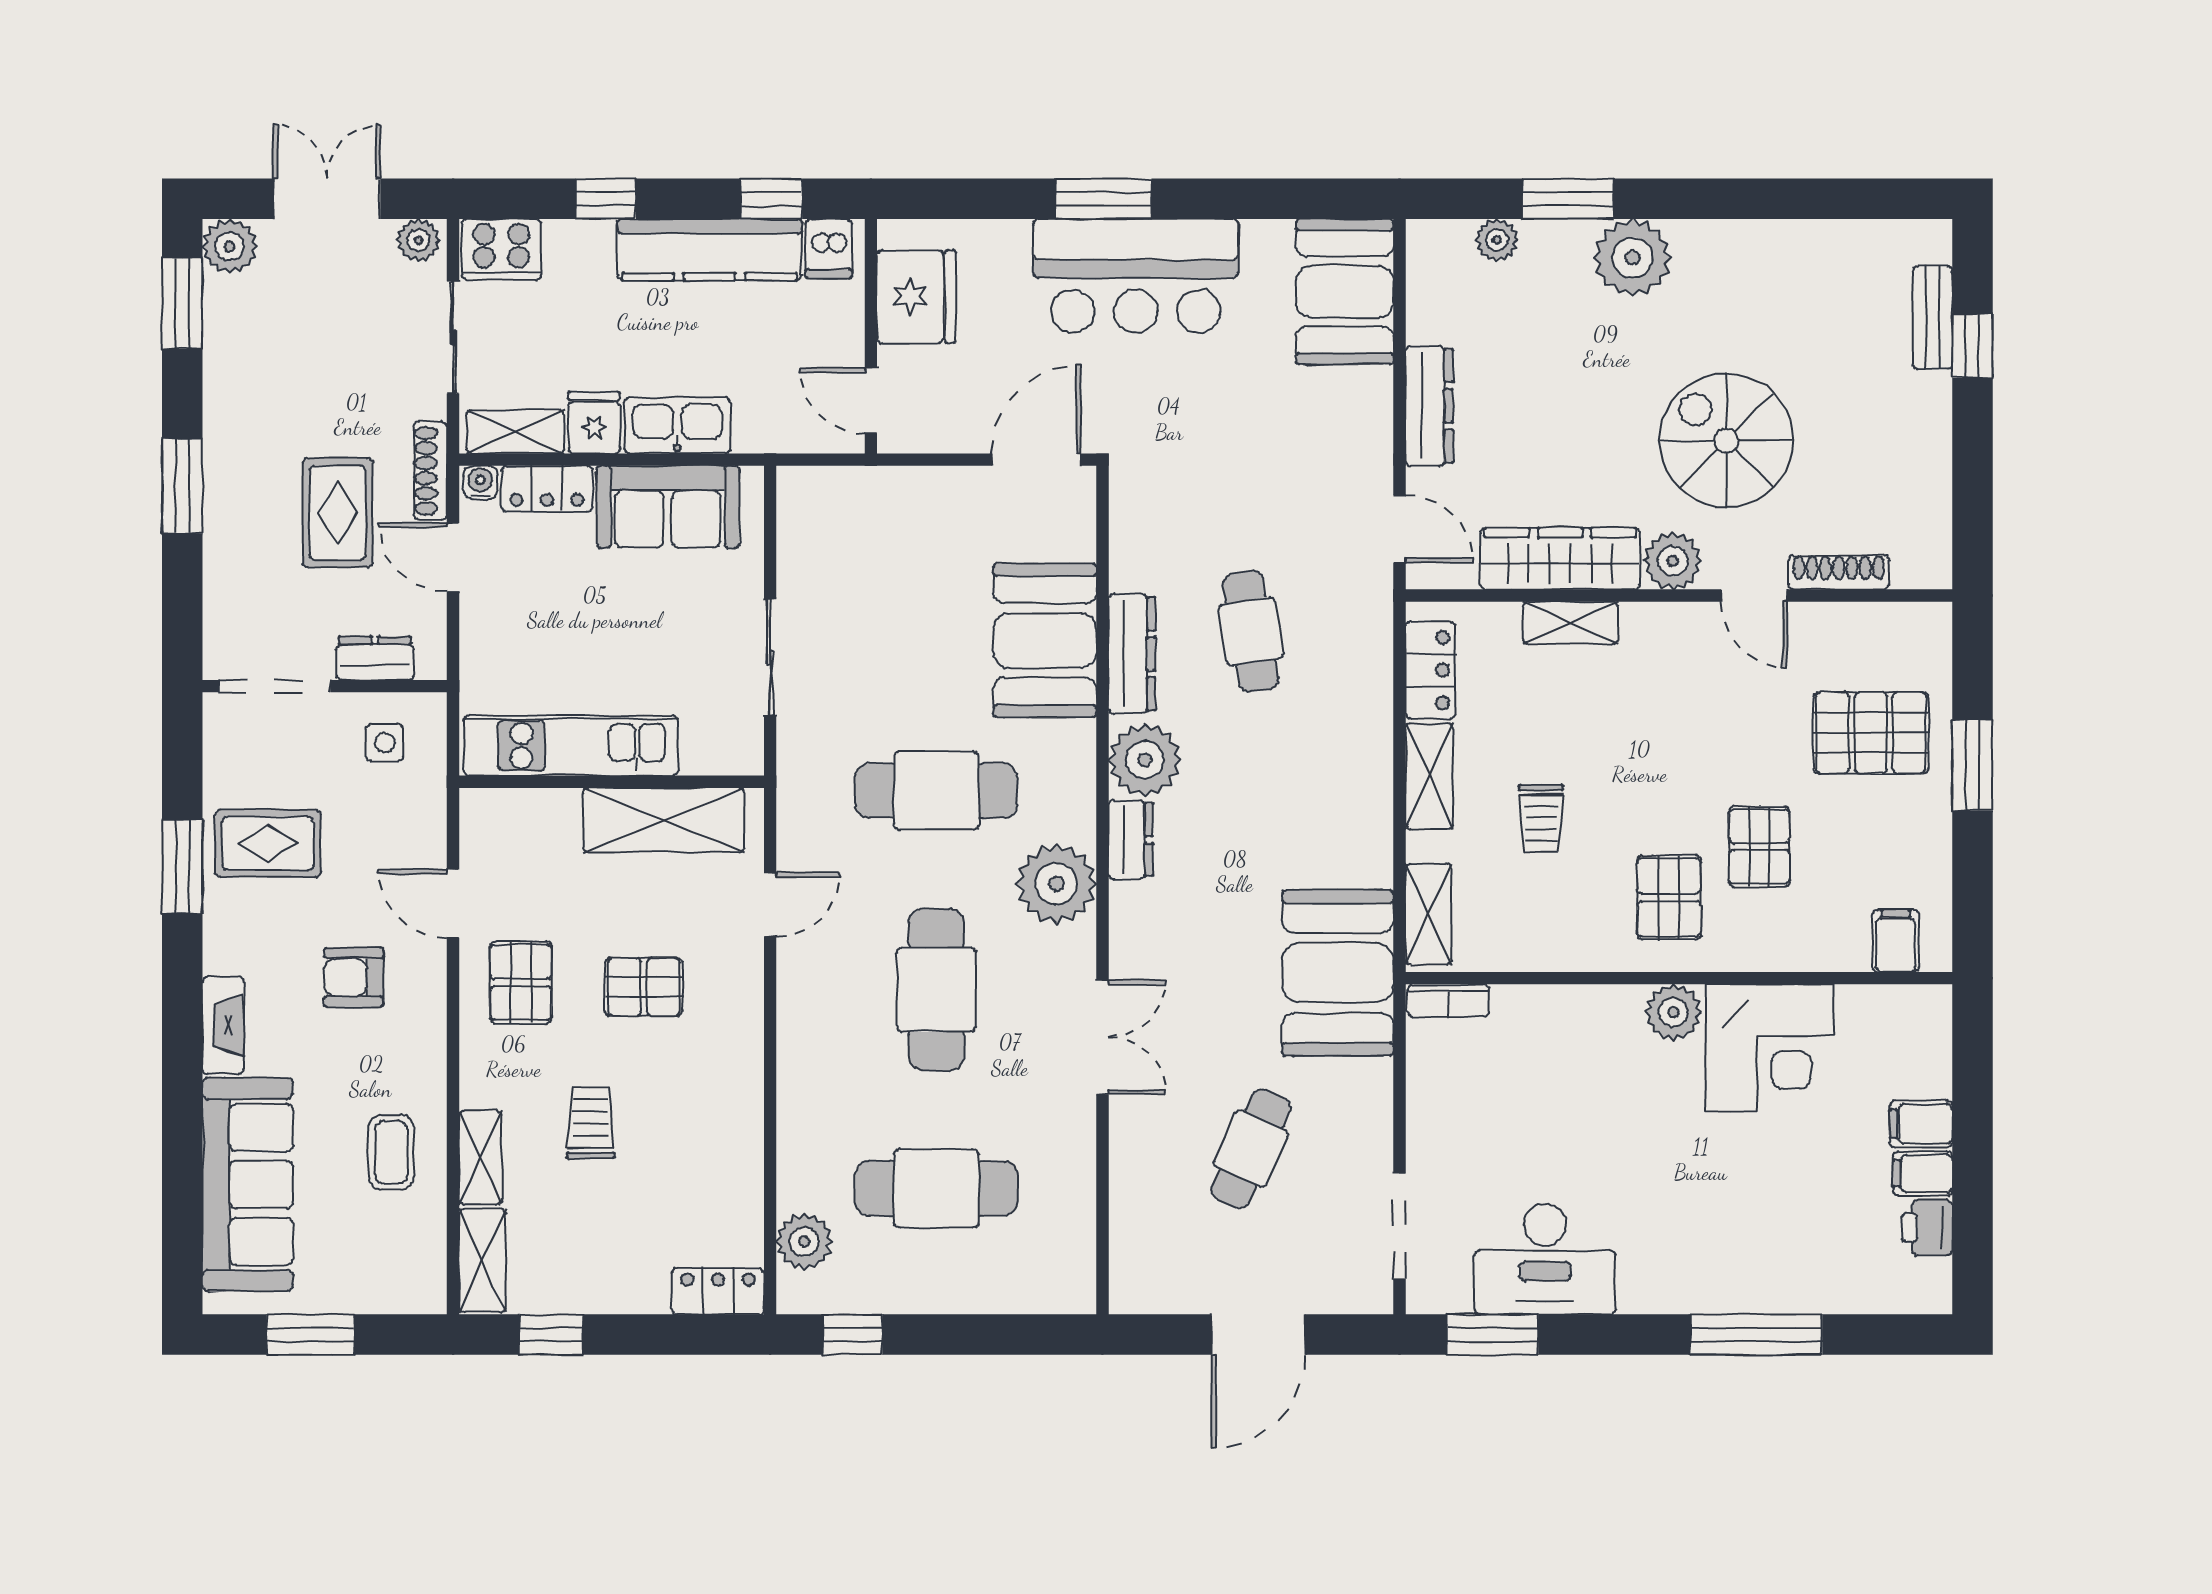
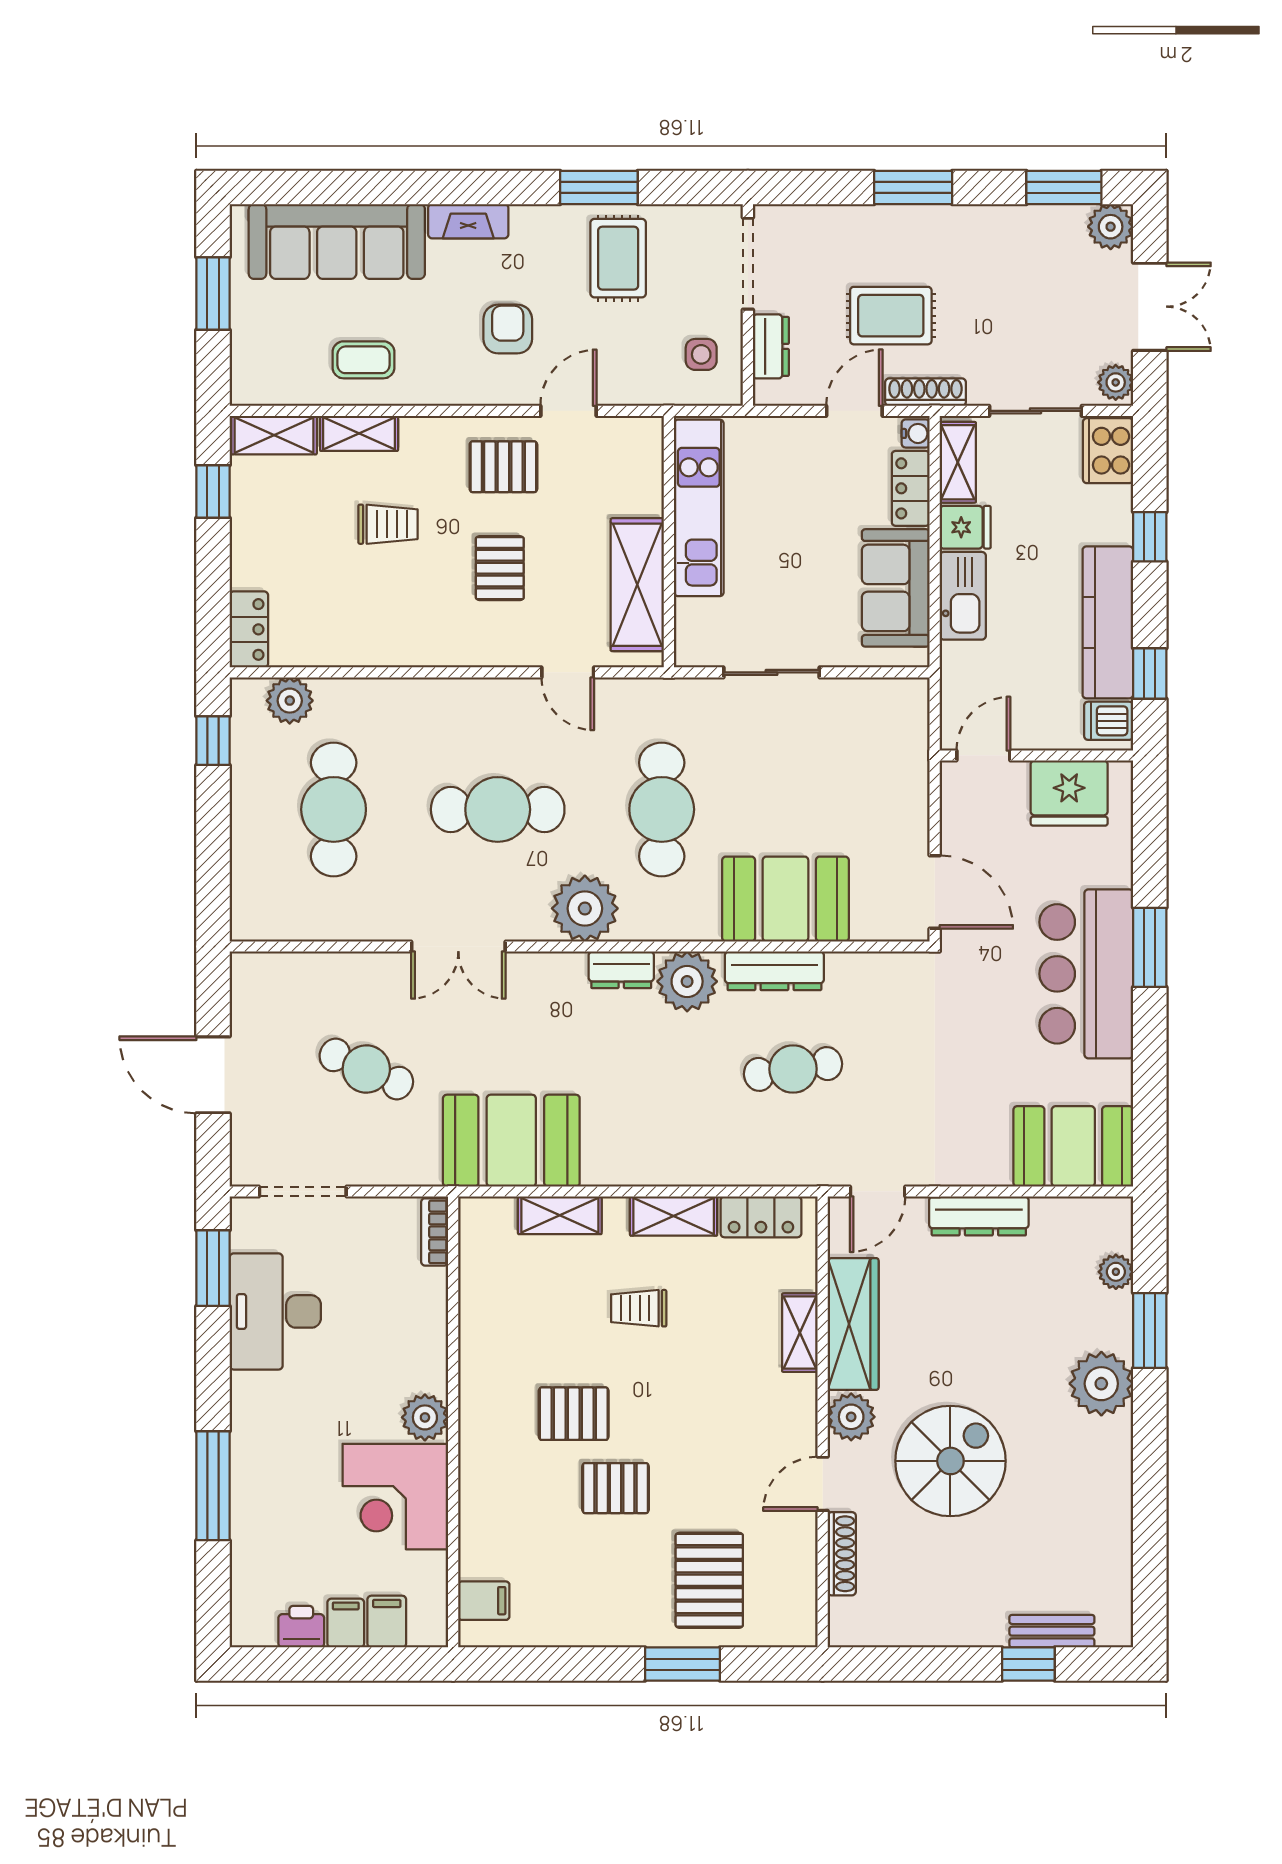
filing cabinet: (1896, 941) -> (484, 1601), moved
wall: (1679, 978) -> (453, 1422), moved
bookcase: (1449, 1000) -> (435, 1232), moved
plant: (1673, 1012) -> (425, 1417), moved
corner desk: (1769, 1048) -> (395, 1497), moved

